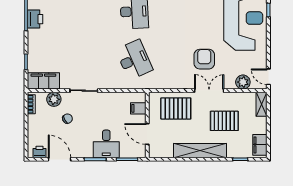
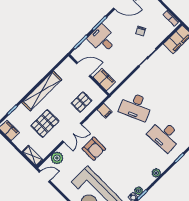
filing cabinet: (164, 82) -> (105, 111), added
plant: (54, 99) -> (160, 35), removed
filing cabinet: (138, 108) -> (104, 79), width x2.00
pallet: (176, 108) -> (82, 102), width x0.67, depth x0.71

